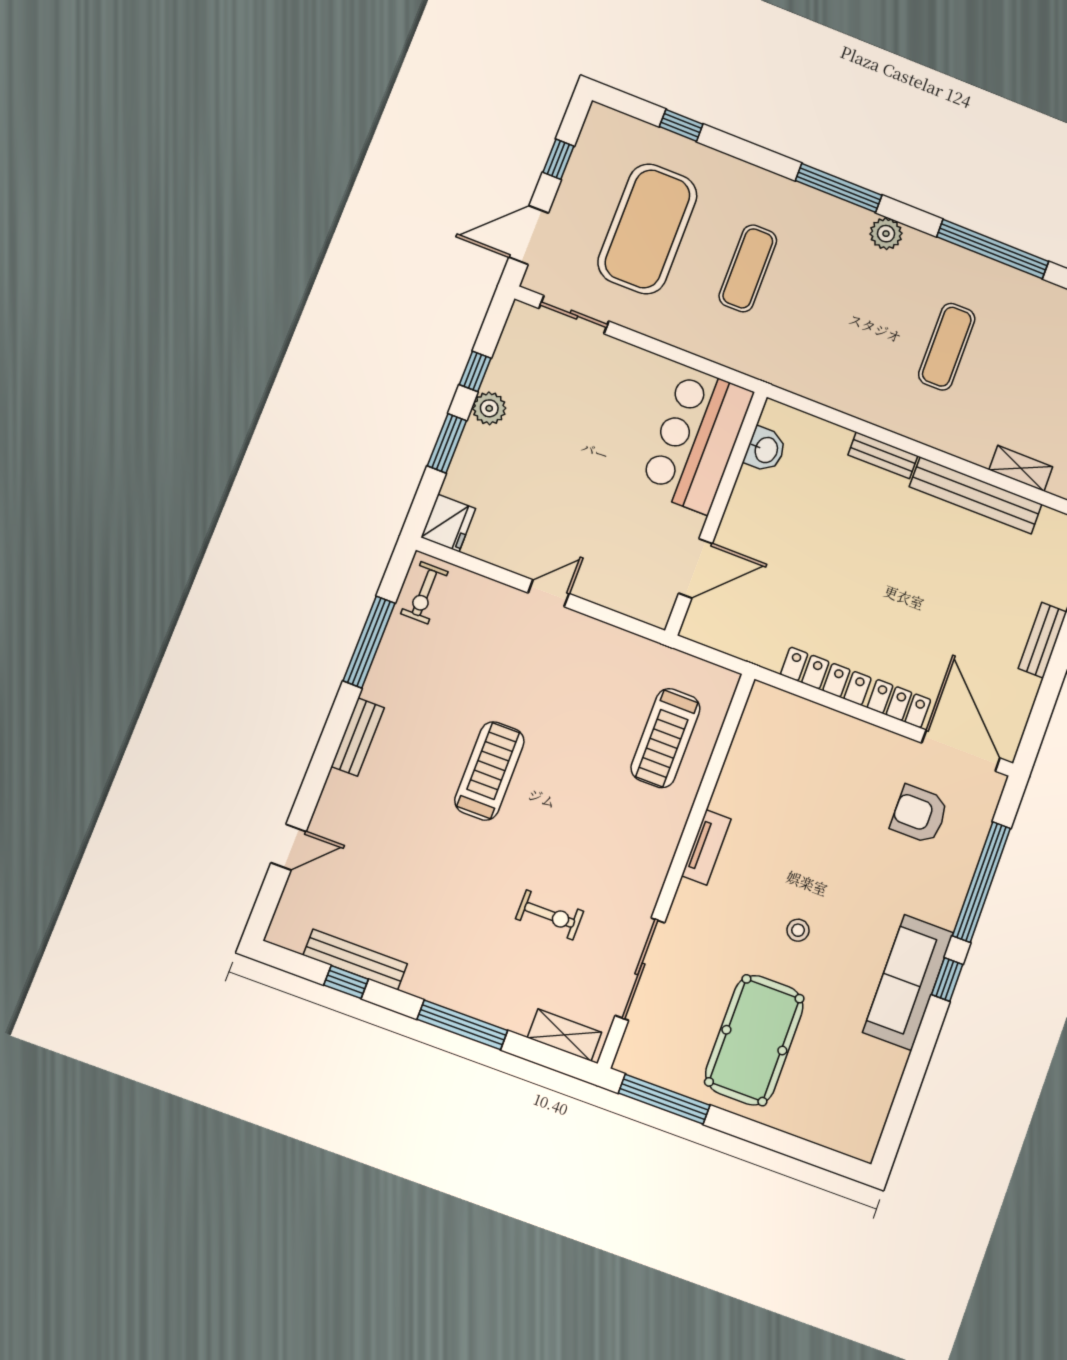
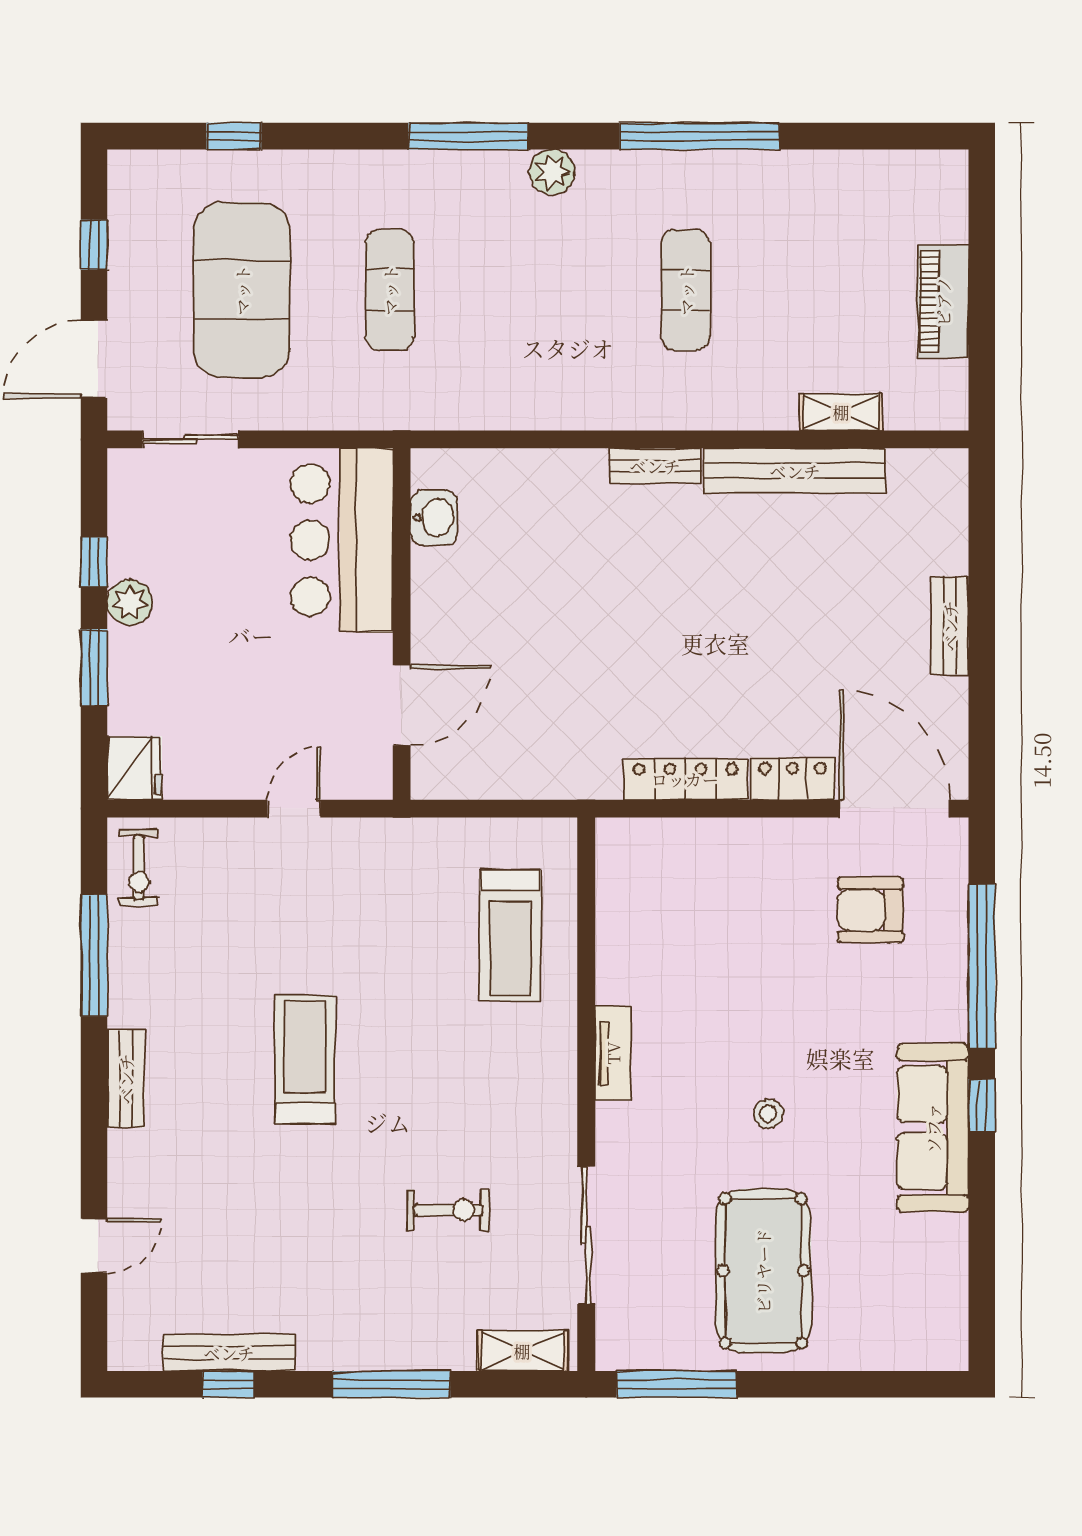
bar counter: (697, 440) -> (342, 540), moved
washbasin: (765, 450) -> (434, 518), moved
wall: (716, 513) -> (402, 624), moved
door: (695, 568) -> (402, 705), moved

